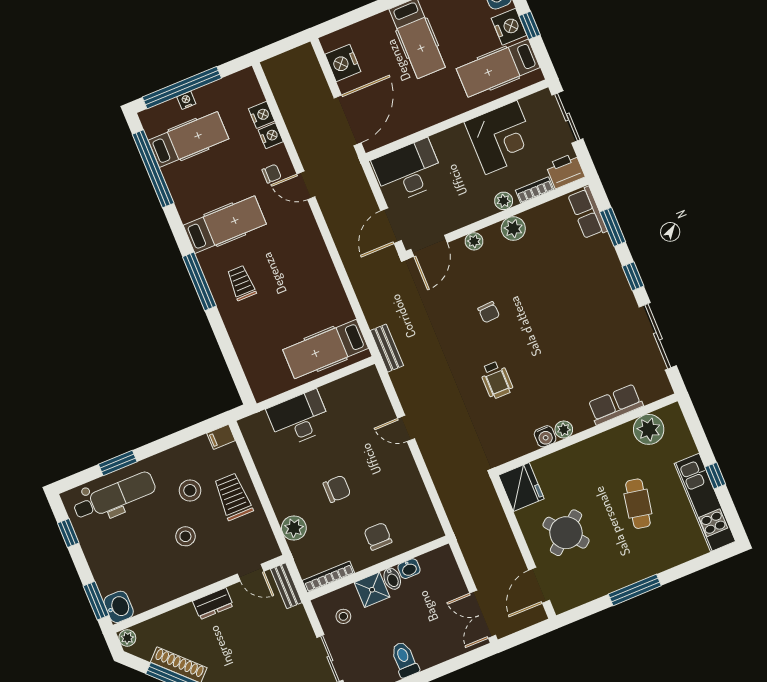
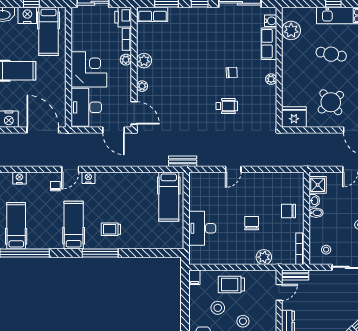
nightstand: (271, 136) -> (88, 178), moved
corner desk: (501, 137) -> (89, 69), moved
chair: (489, 312) -> (232, 73), moved
water cooler: (545, 436) -> (271, 21), moved
shower: (372, 590) -> (318, 185), moved

